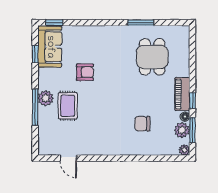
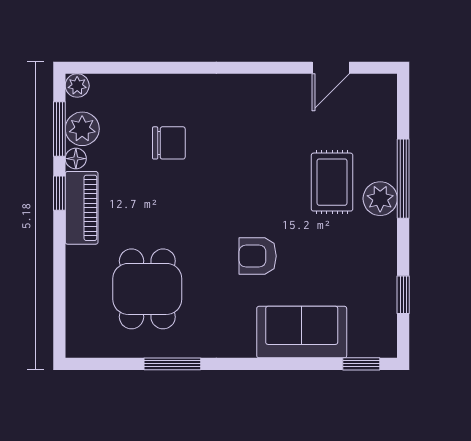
sofa: (50, 47) -> (302, 332), moved, turned 90
armchair: (85, 72) -> (258, 256), moved
door: (68, 158) -> (331, 68), swing flipped

